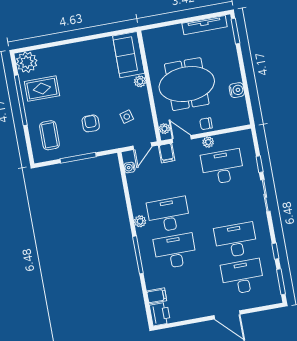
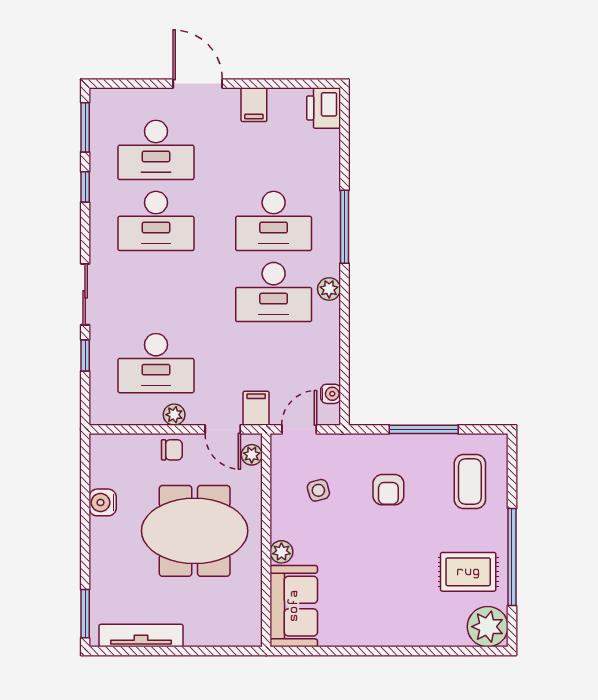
filing cabinet: (157, 296) -> (254, 105), moved, turned -90

